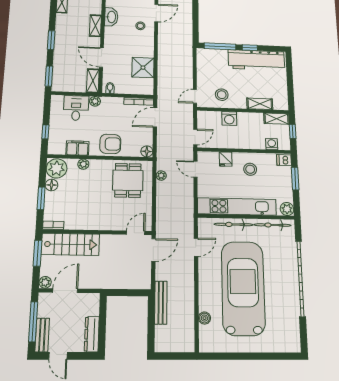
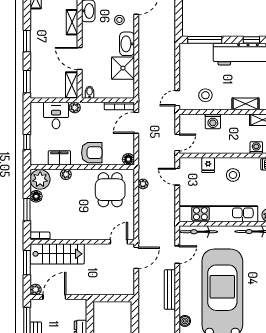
washbasin: (147, 47) -> (127, 44), added
window: (250, 48) -> (251, 40), moved
bicycle: (233, 225) -> (199, 232), moved
bench: (161, 303) -> (170, 290), moved

